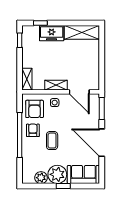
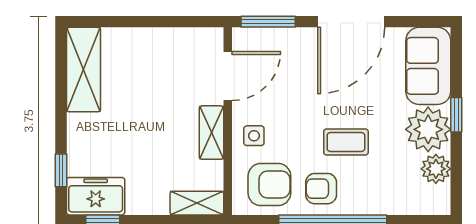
freezer: (52, 33) -> (96, 196), moved, turned -90

